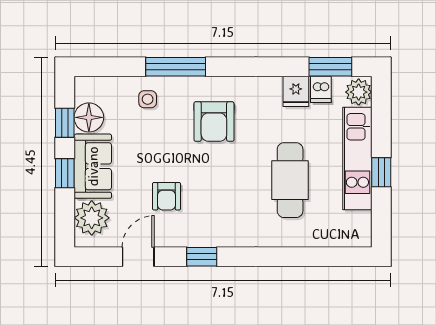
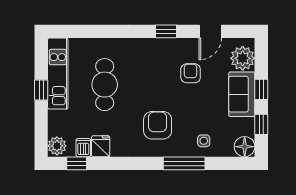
window: (330, 67) -> (77, 163), width x0.67
floor lamp: (89, 117) -> (245, 147), moved
kitchen unit: (357, 159) -> (58, 74), moved

